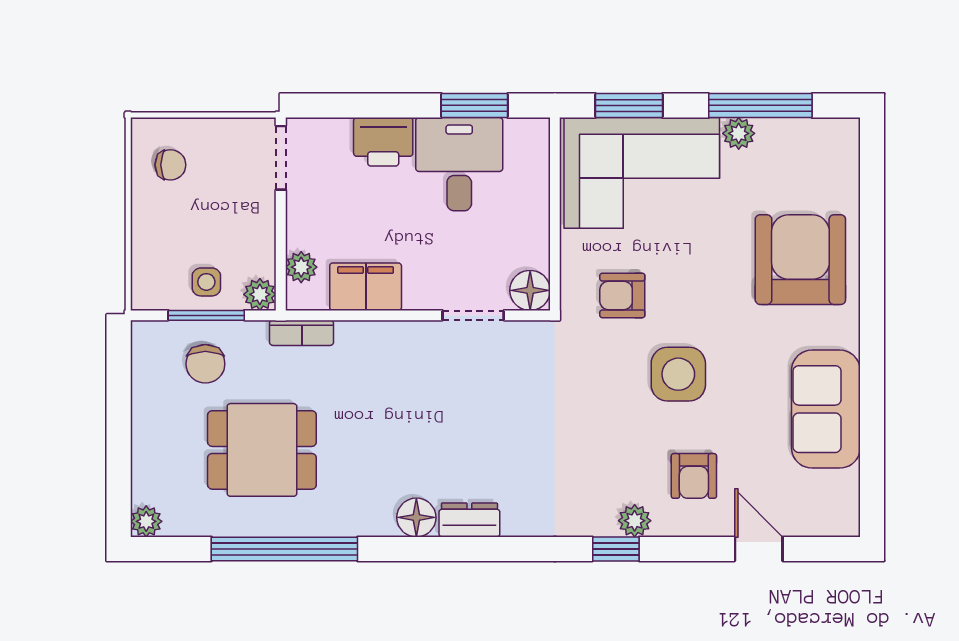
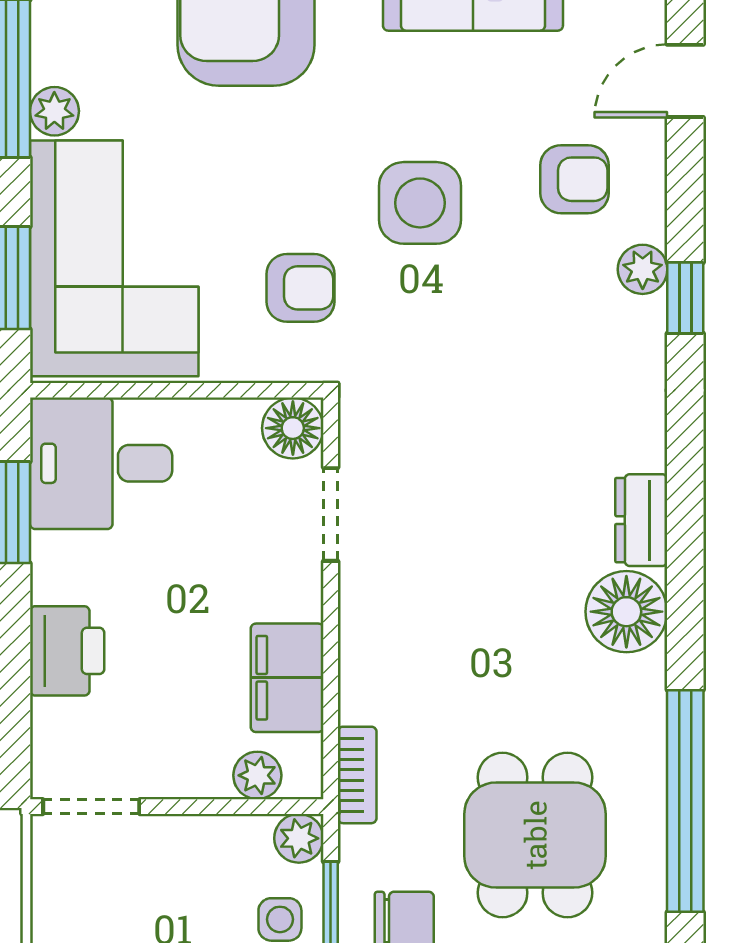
desk: (459, 164) -> (101, 463), moved
armchair: (622, 295) -> (300, 288), turned -90
floor lamp: (416, 517) -> (626, 612), width x1.38, depth x1.38

